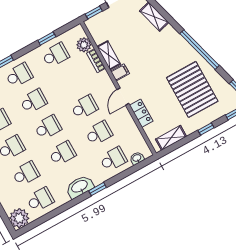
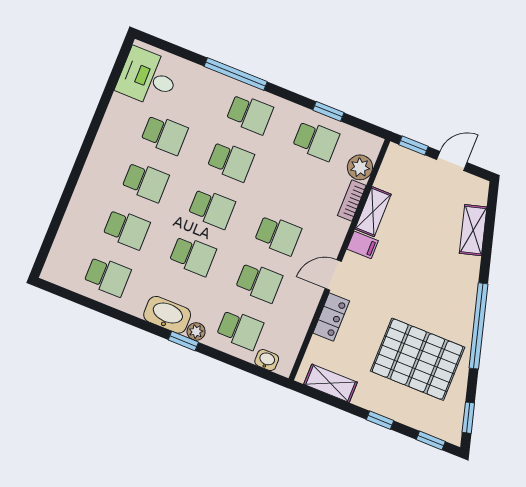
pallet: (192, 89) -> (418, 359), turned 90
plant: (19, 218) -> (196, 331), moved, width x0.53, depth x0.53

